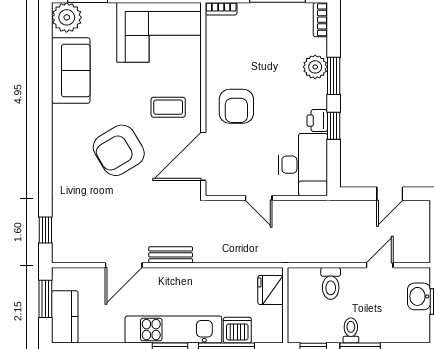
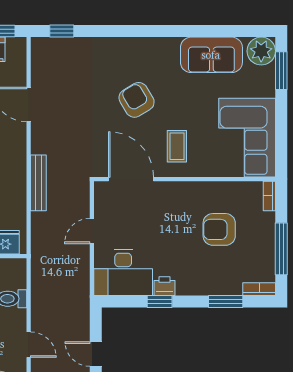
plant: (315, 67) -> (215, 284), removed
window: (334, 76) -> (226, 301), moved
armchair: (236, 106) -> (219, 229), moved
armchair: (119, 150) -> (137, 100), width x0.73, depth x0.73
bench: (171, 255) -> (38, 183), moved, width x1.36

